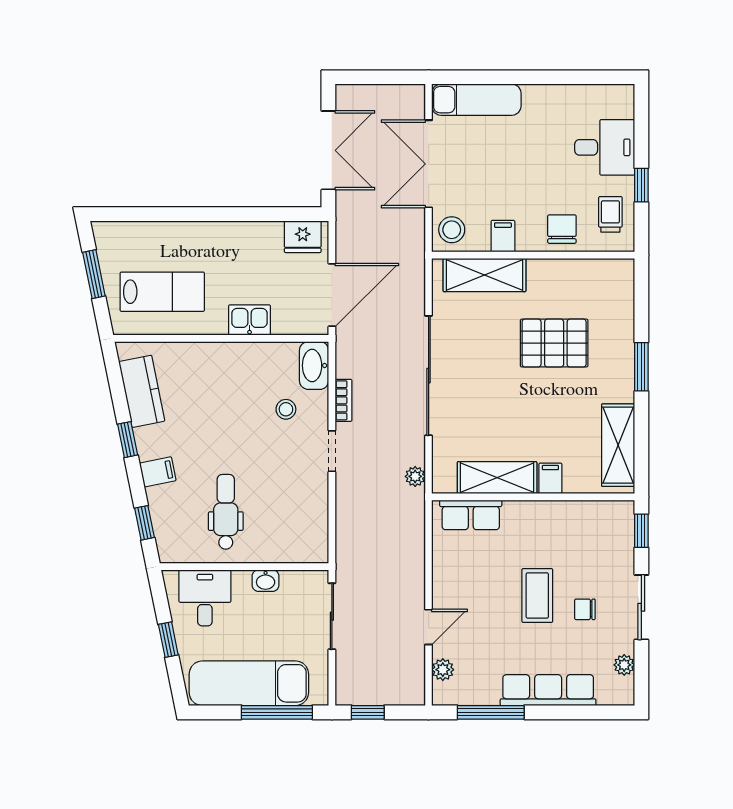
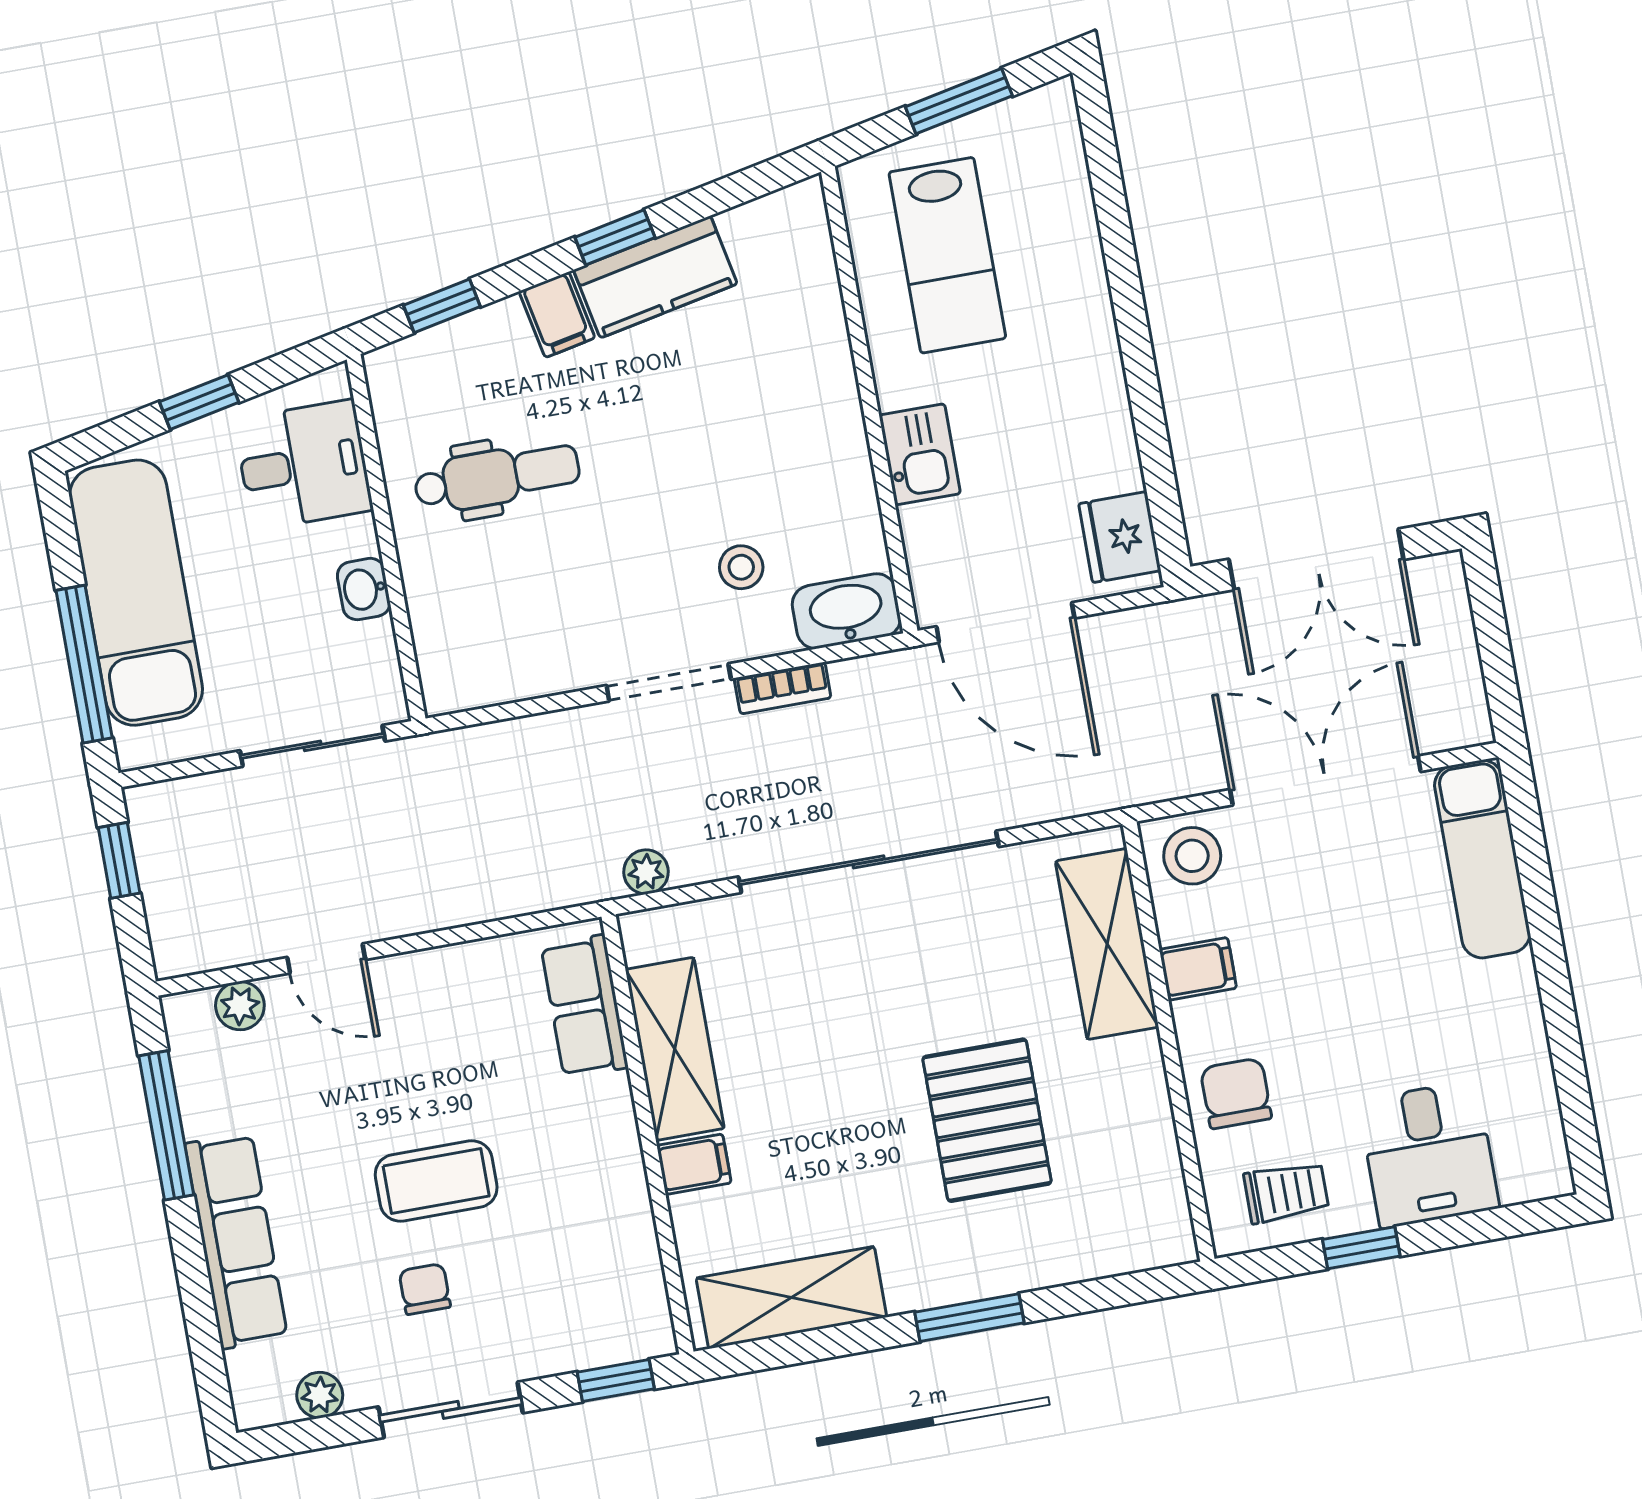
chair: (562, 229) -> (1236, 1093), turned -90
kitchen counter: (142, 391) -> (655, 277), moved
doorway: (332, 451) -> (669, 682), width x1.38

